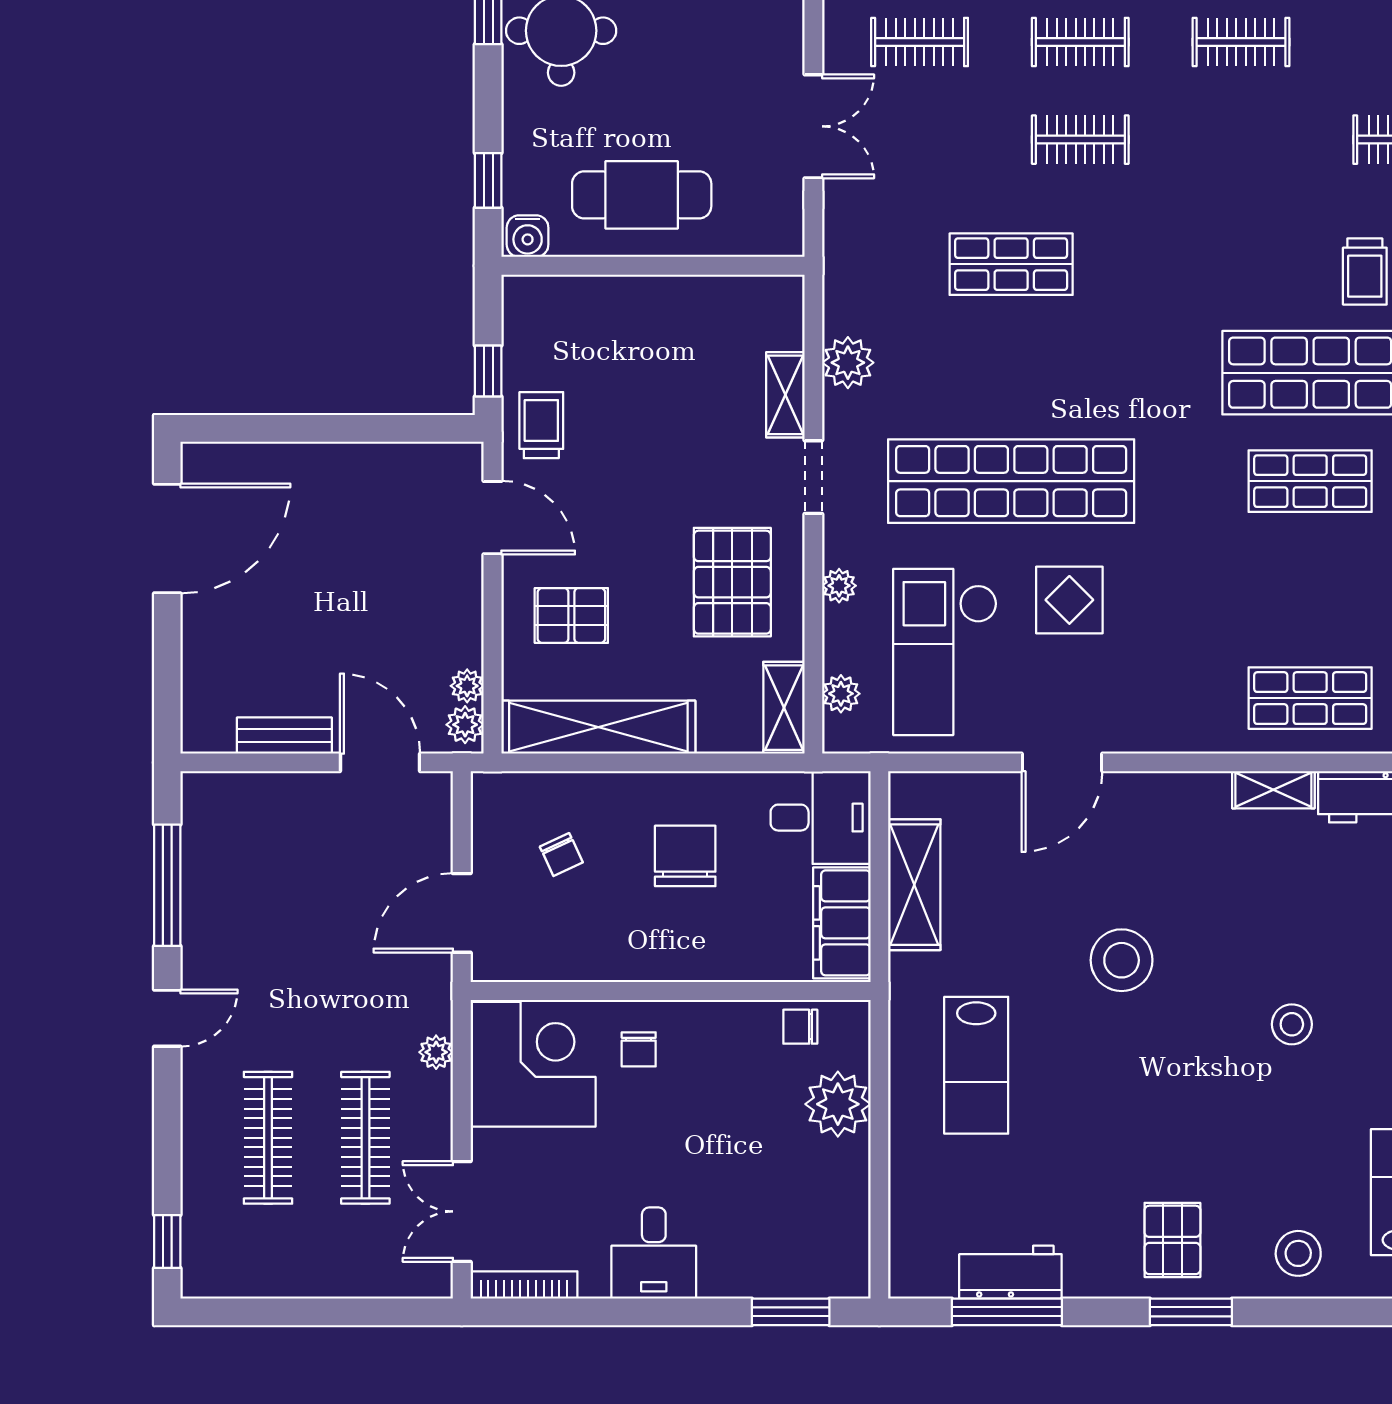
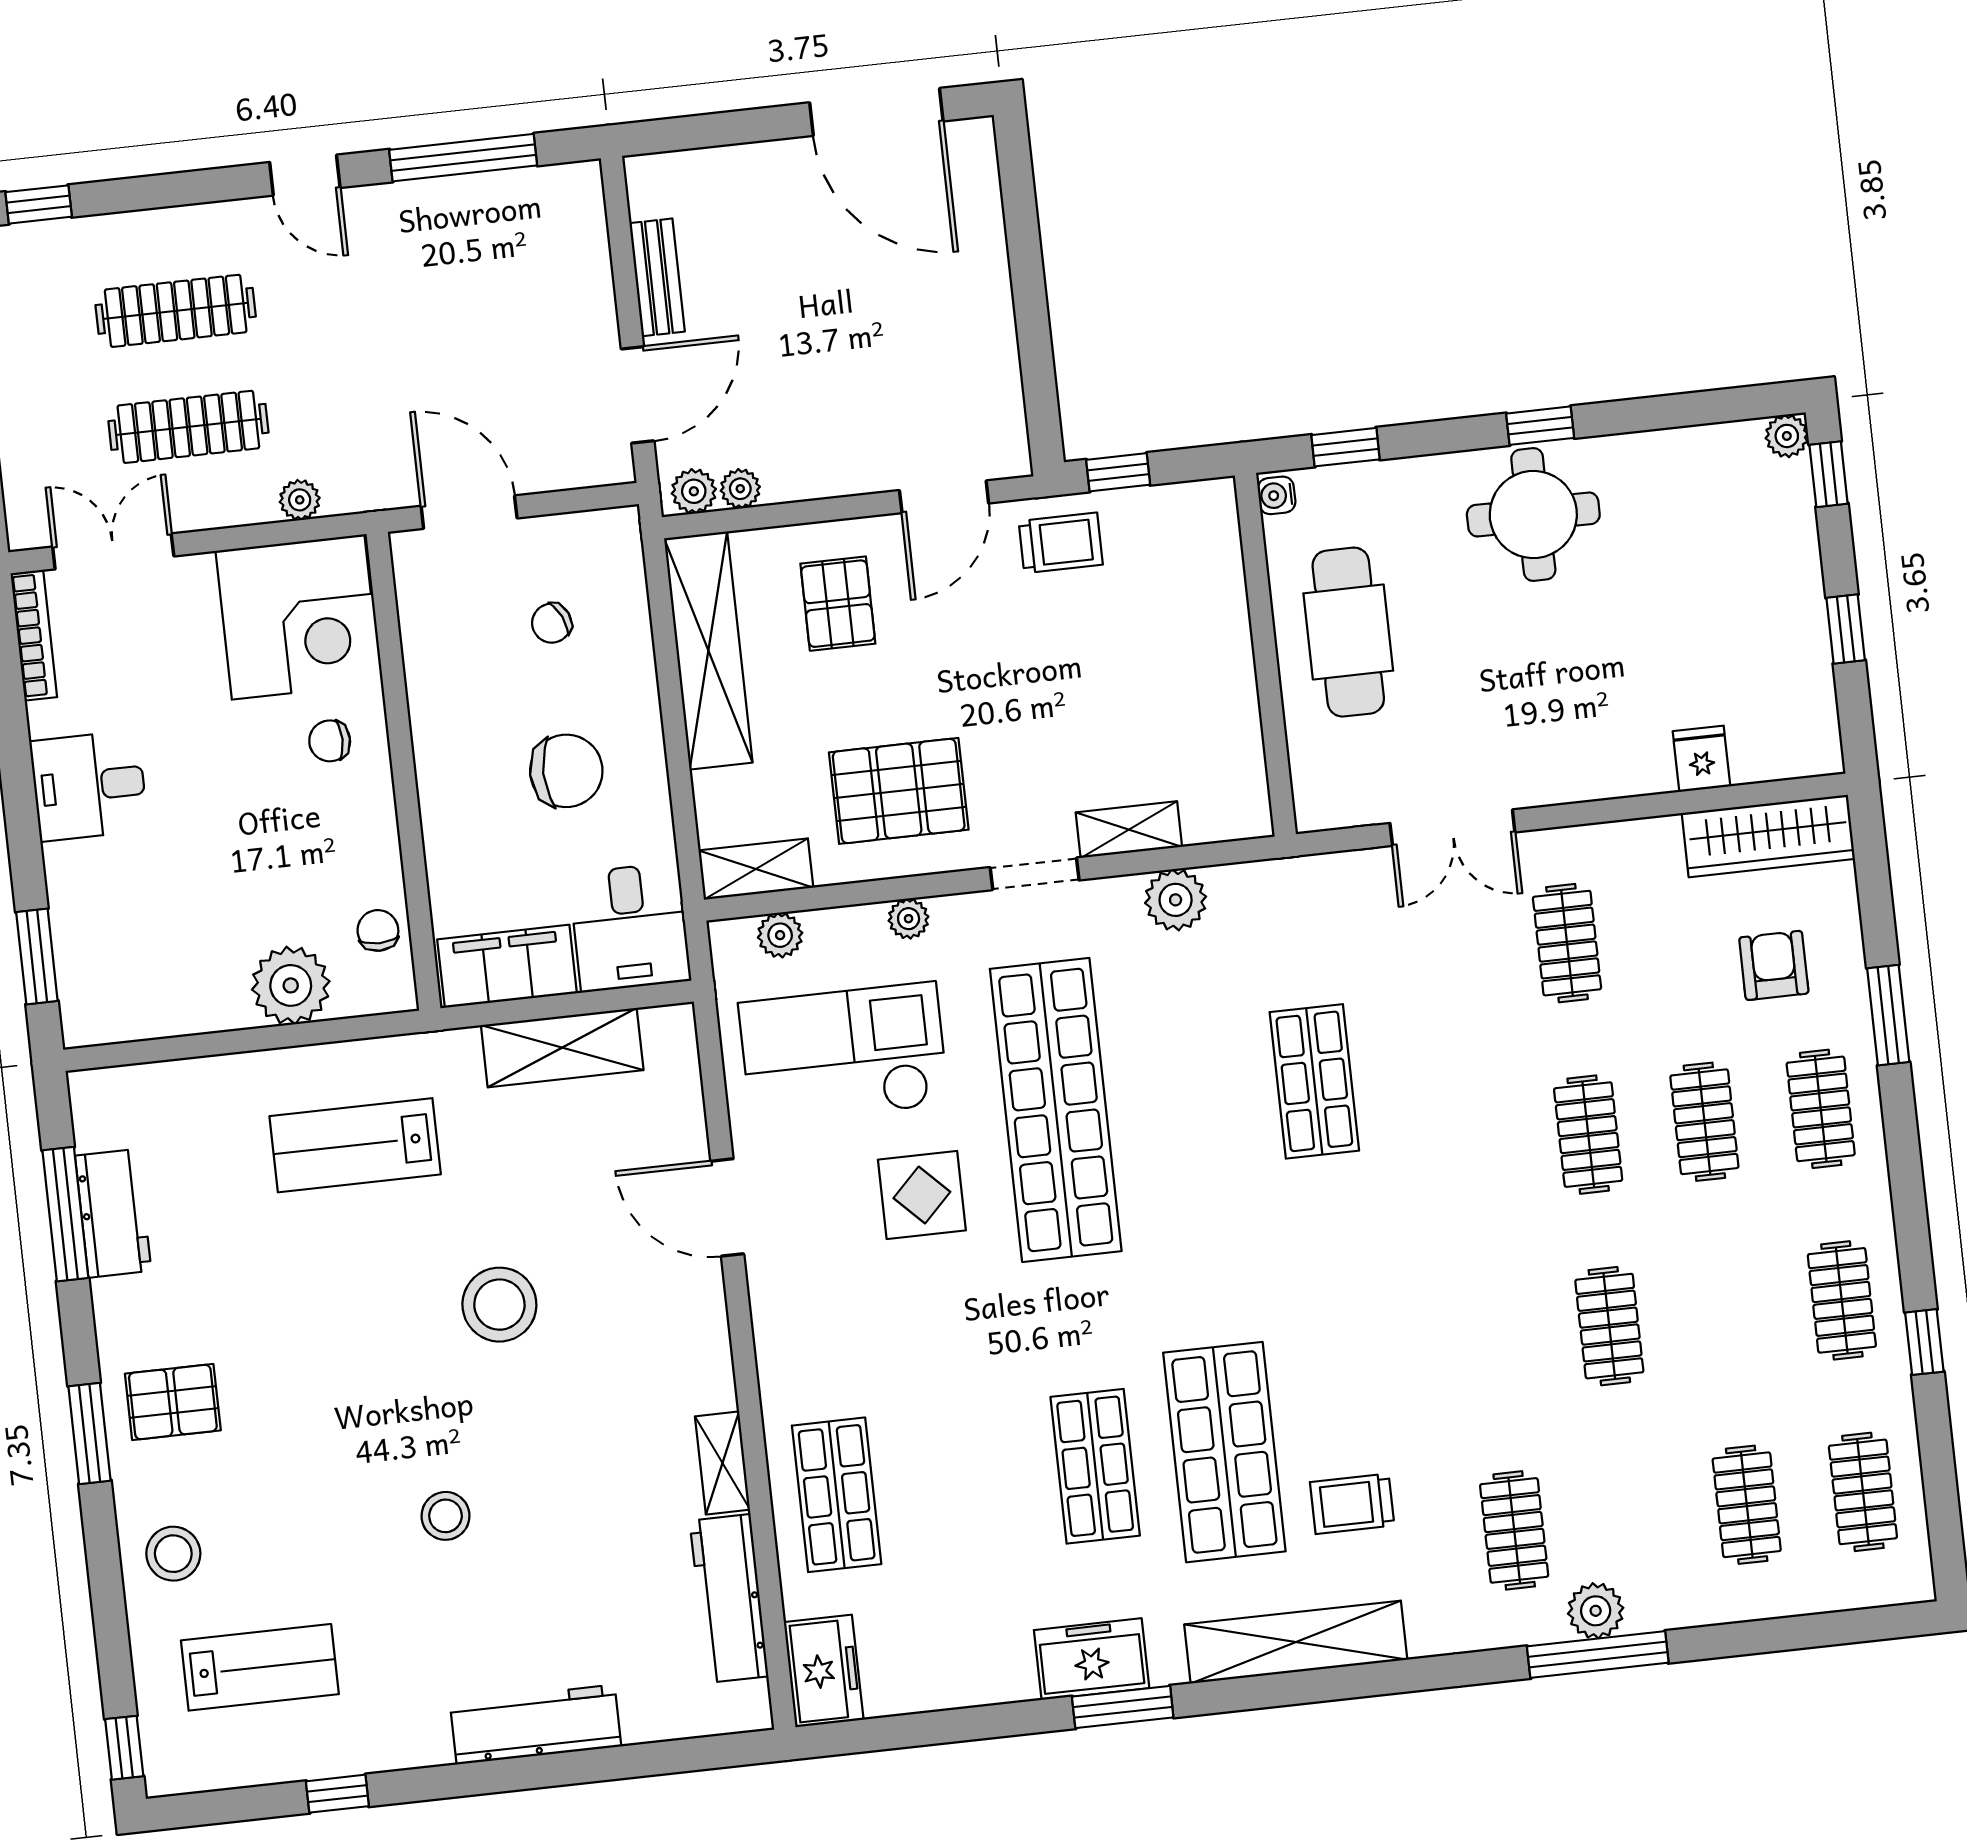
clothes rail: (1080, 140) -> (1472, 1147), removed
water cooler: (528, 236) -> (1277, 495), width x0.72, depth x0.72

